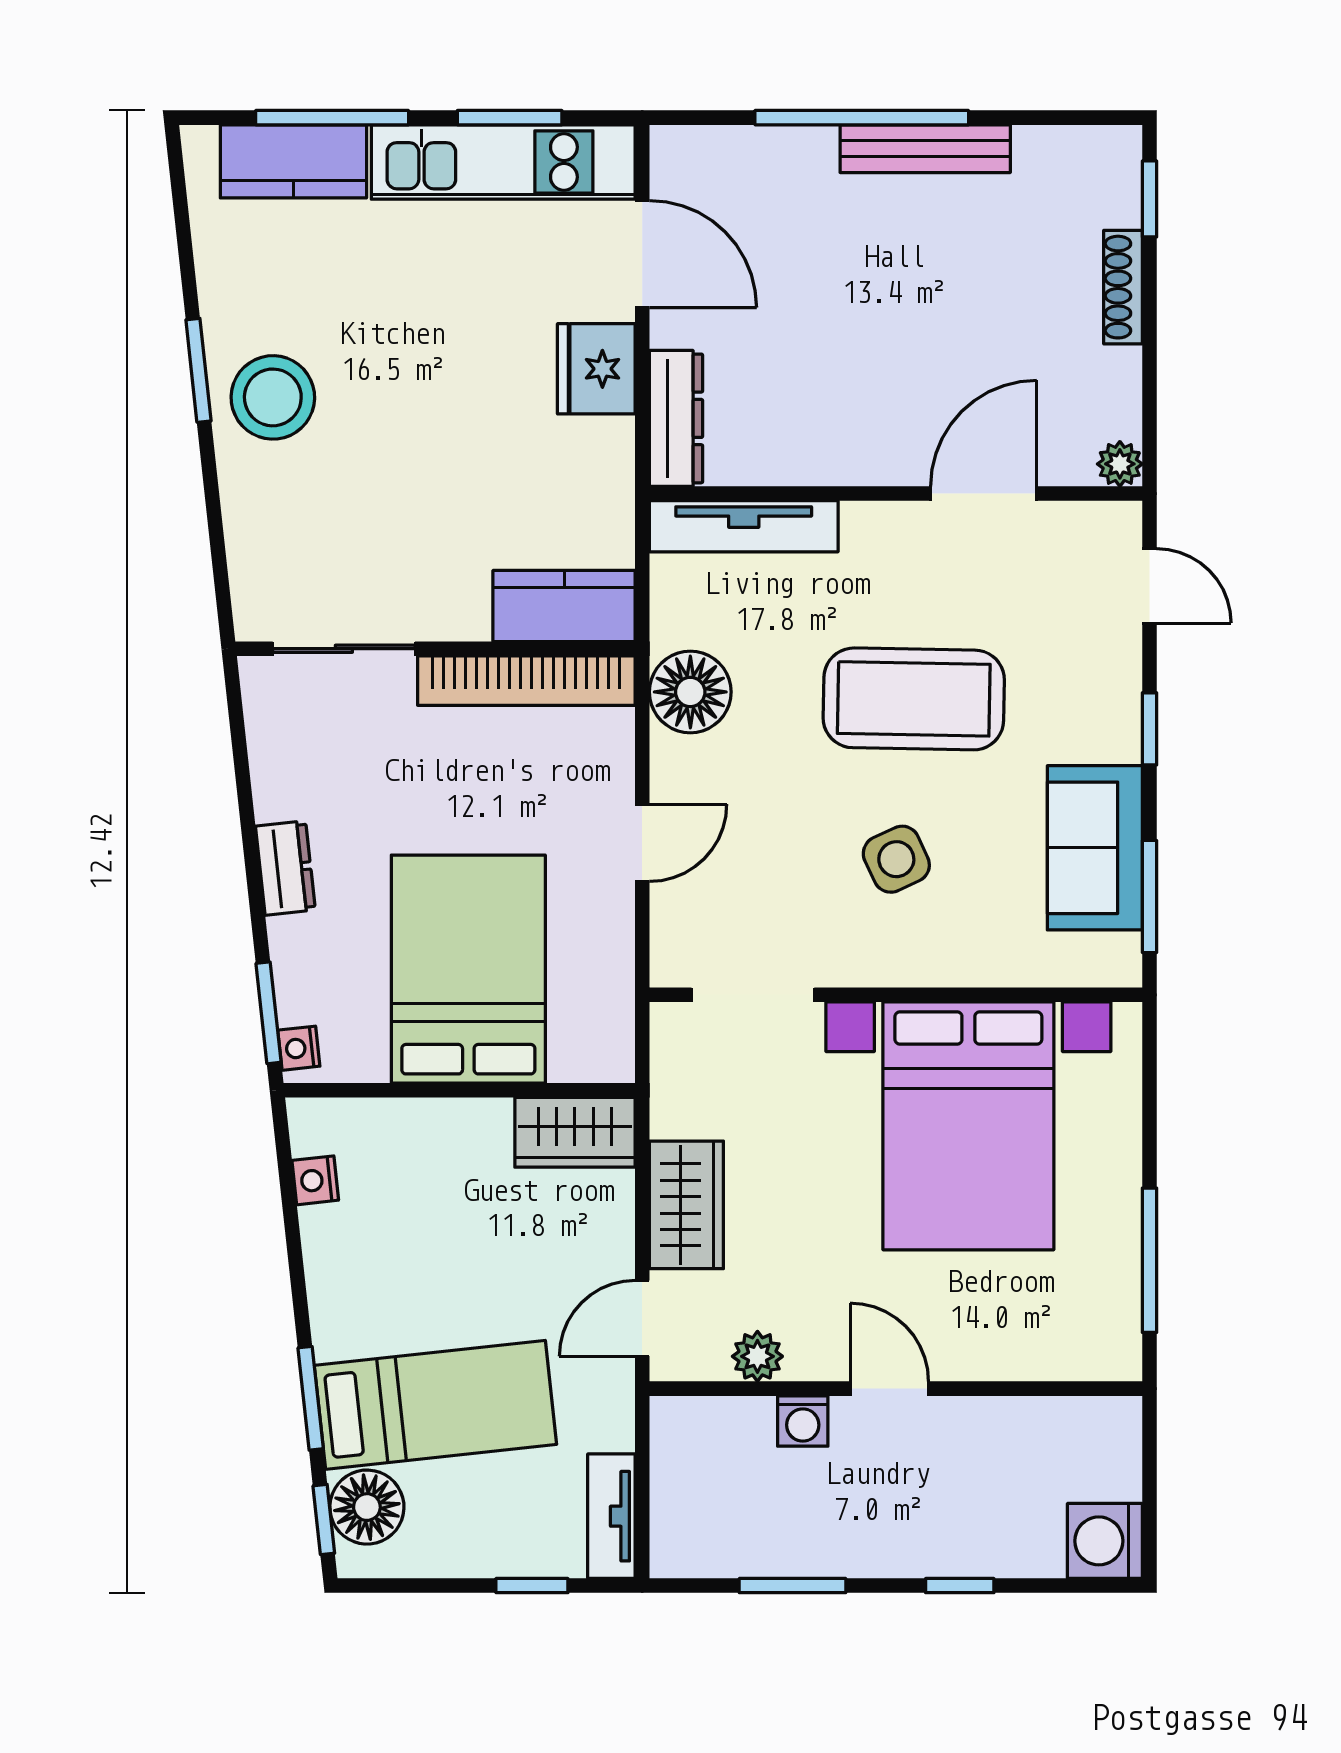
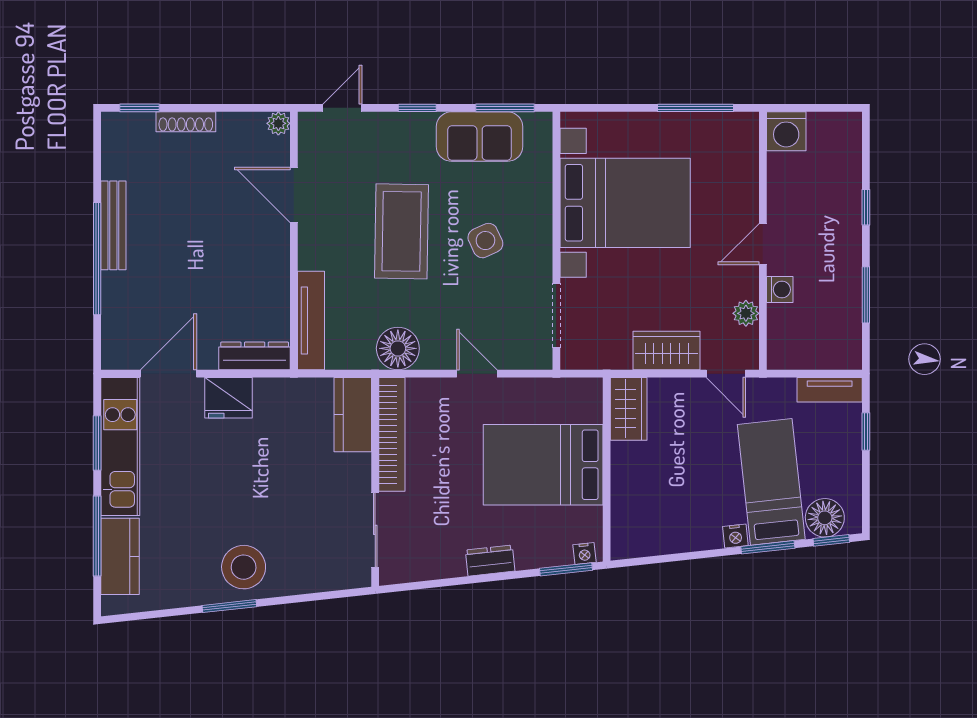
nightstand: (315, 1180) -> (735, 536), moved
washing machine: (1105, 1541) -> (786, 131), moved

